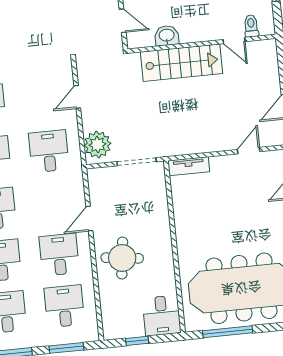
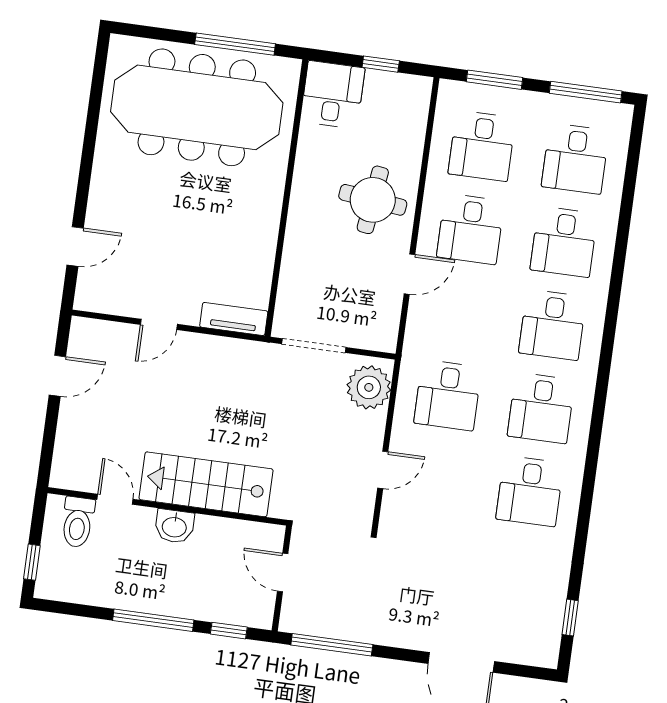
toilet: (251, 26) -> (78, 522), width x1.37, depth x1.39
washbasin: (167, 36) -> (174, 526), moved
door: (249, 151) -> (159, 324), moved

